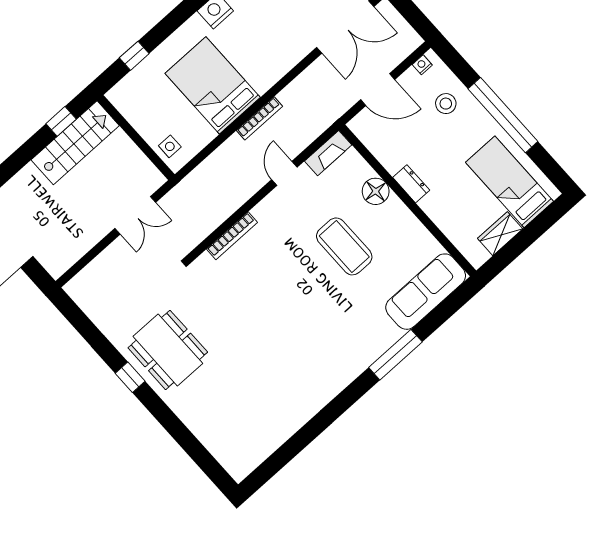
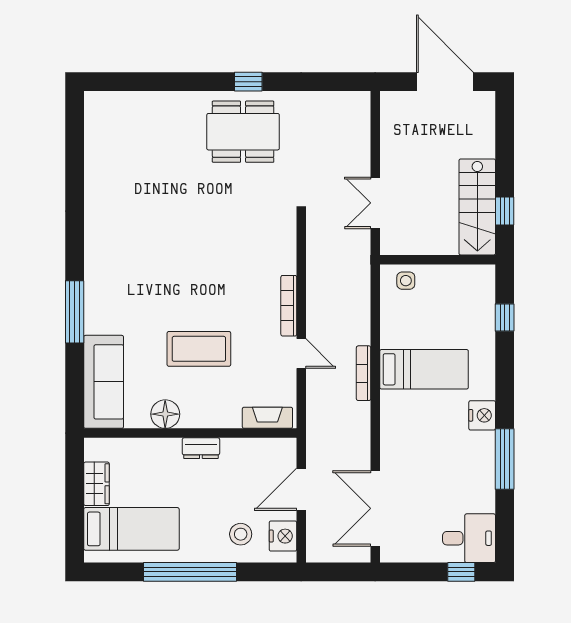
nightstand: (422, 65) -> (283, 536), width x1.89, depth x1.79
bed: (213, 85) -> (424, 369), width x0.67
fireplace: (328, 153) -> (267, 418), moved, turned 90
floor lamp: (376, 191) -> (165, 414), moved
bookcase: (232, 236) -> (289, 306), moved

